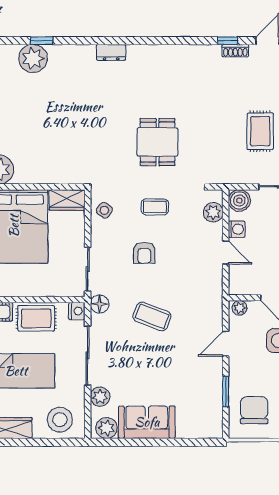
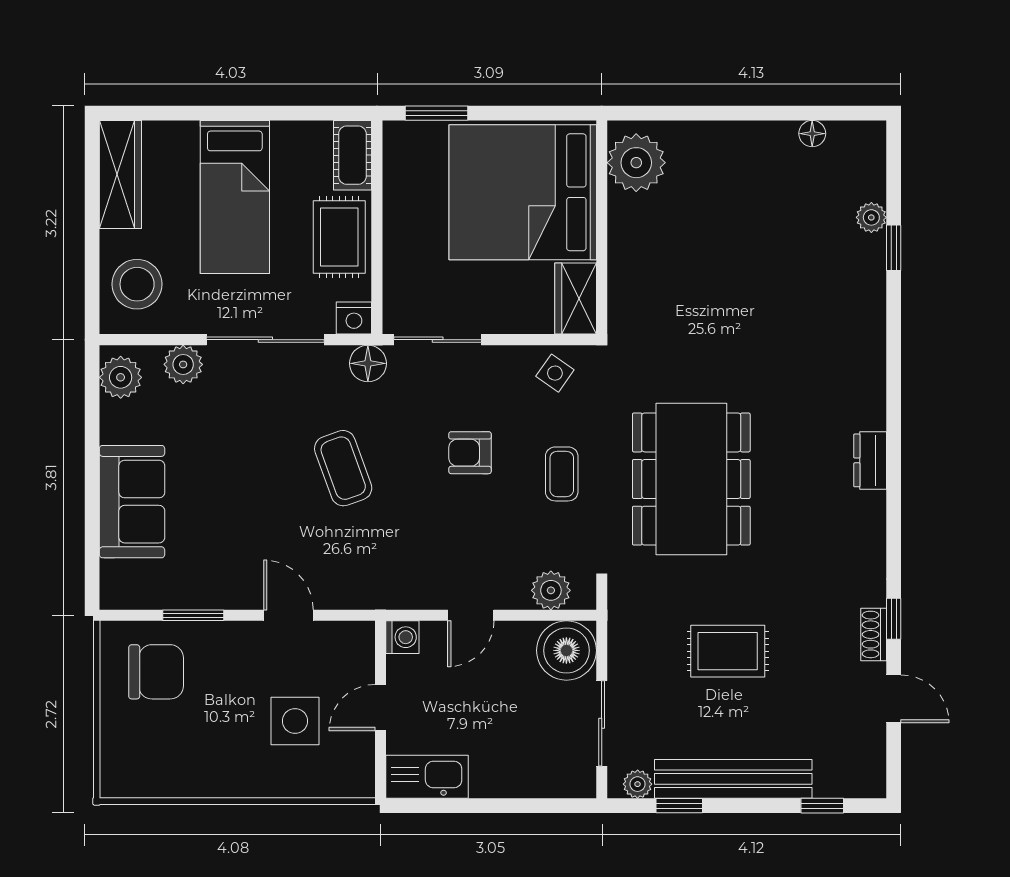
dresser: (111, 52) -> (870, 460), moved
plant: (33, 58) -> (871, 217), width x0.53, depth x0.53
rug: (260, 131) -> (728, 651), moved
dining table: (157, 142) -> (691, 479), width x1.88, depth x1.24
boiler: (239, 201) -> (566, 650), width x1.37, depth x1.37
washing machine: (237, 229) -> (402, 637), moved, turned -90
plant: (240, 308) -> (360, 643), removed
coffee table: (152, 316) -> (343, 468), turned -41
sofa: (147, 422) -> (132, 502), moved

